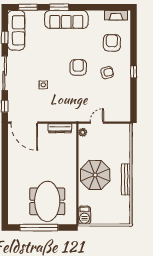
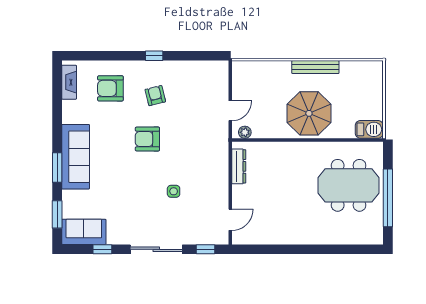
sofa: (16, 30) -> (84, 232), width x0.73
door: (24, 123) -> (230, 220), width x0.53
door: (97, 123) -> (230, 111), swing flipped

